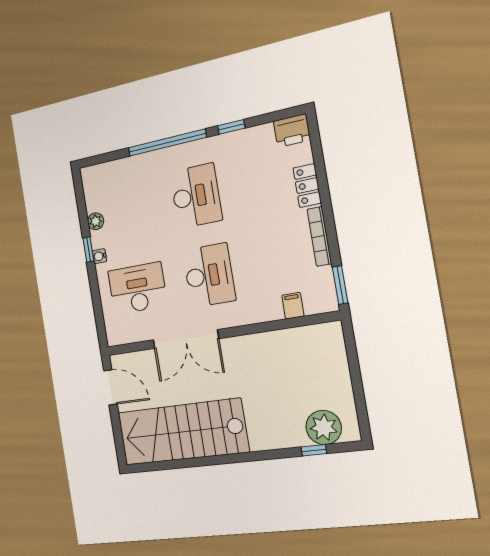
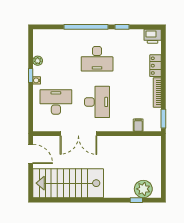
desk: (196, 196) -> (97, 59), turned 90

